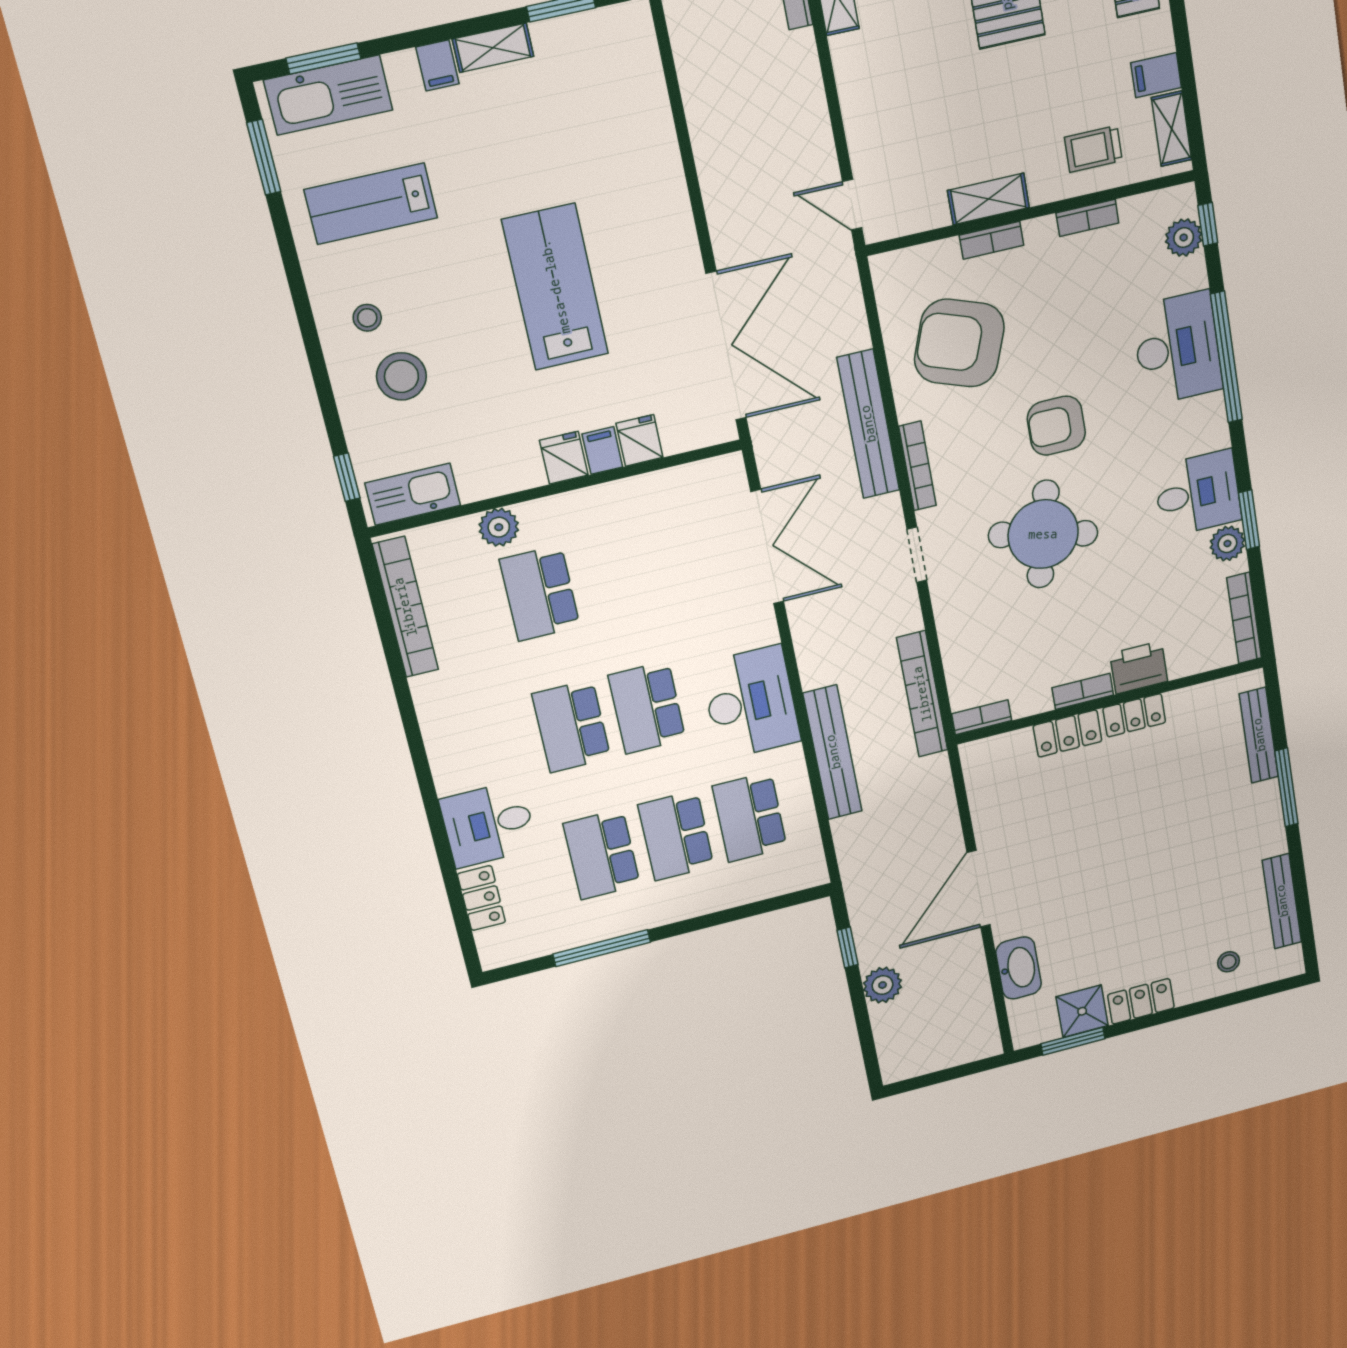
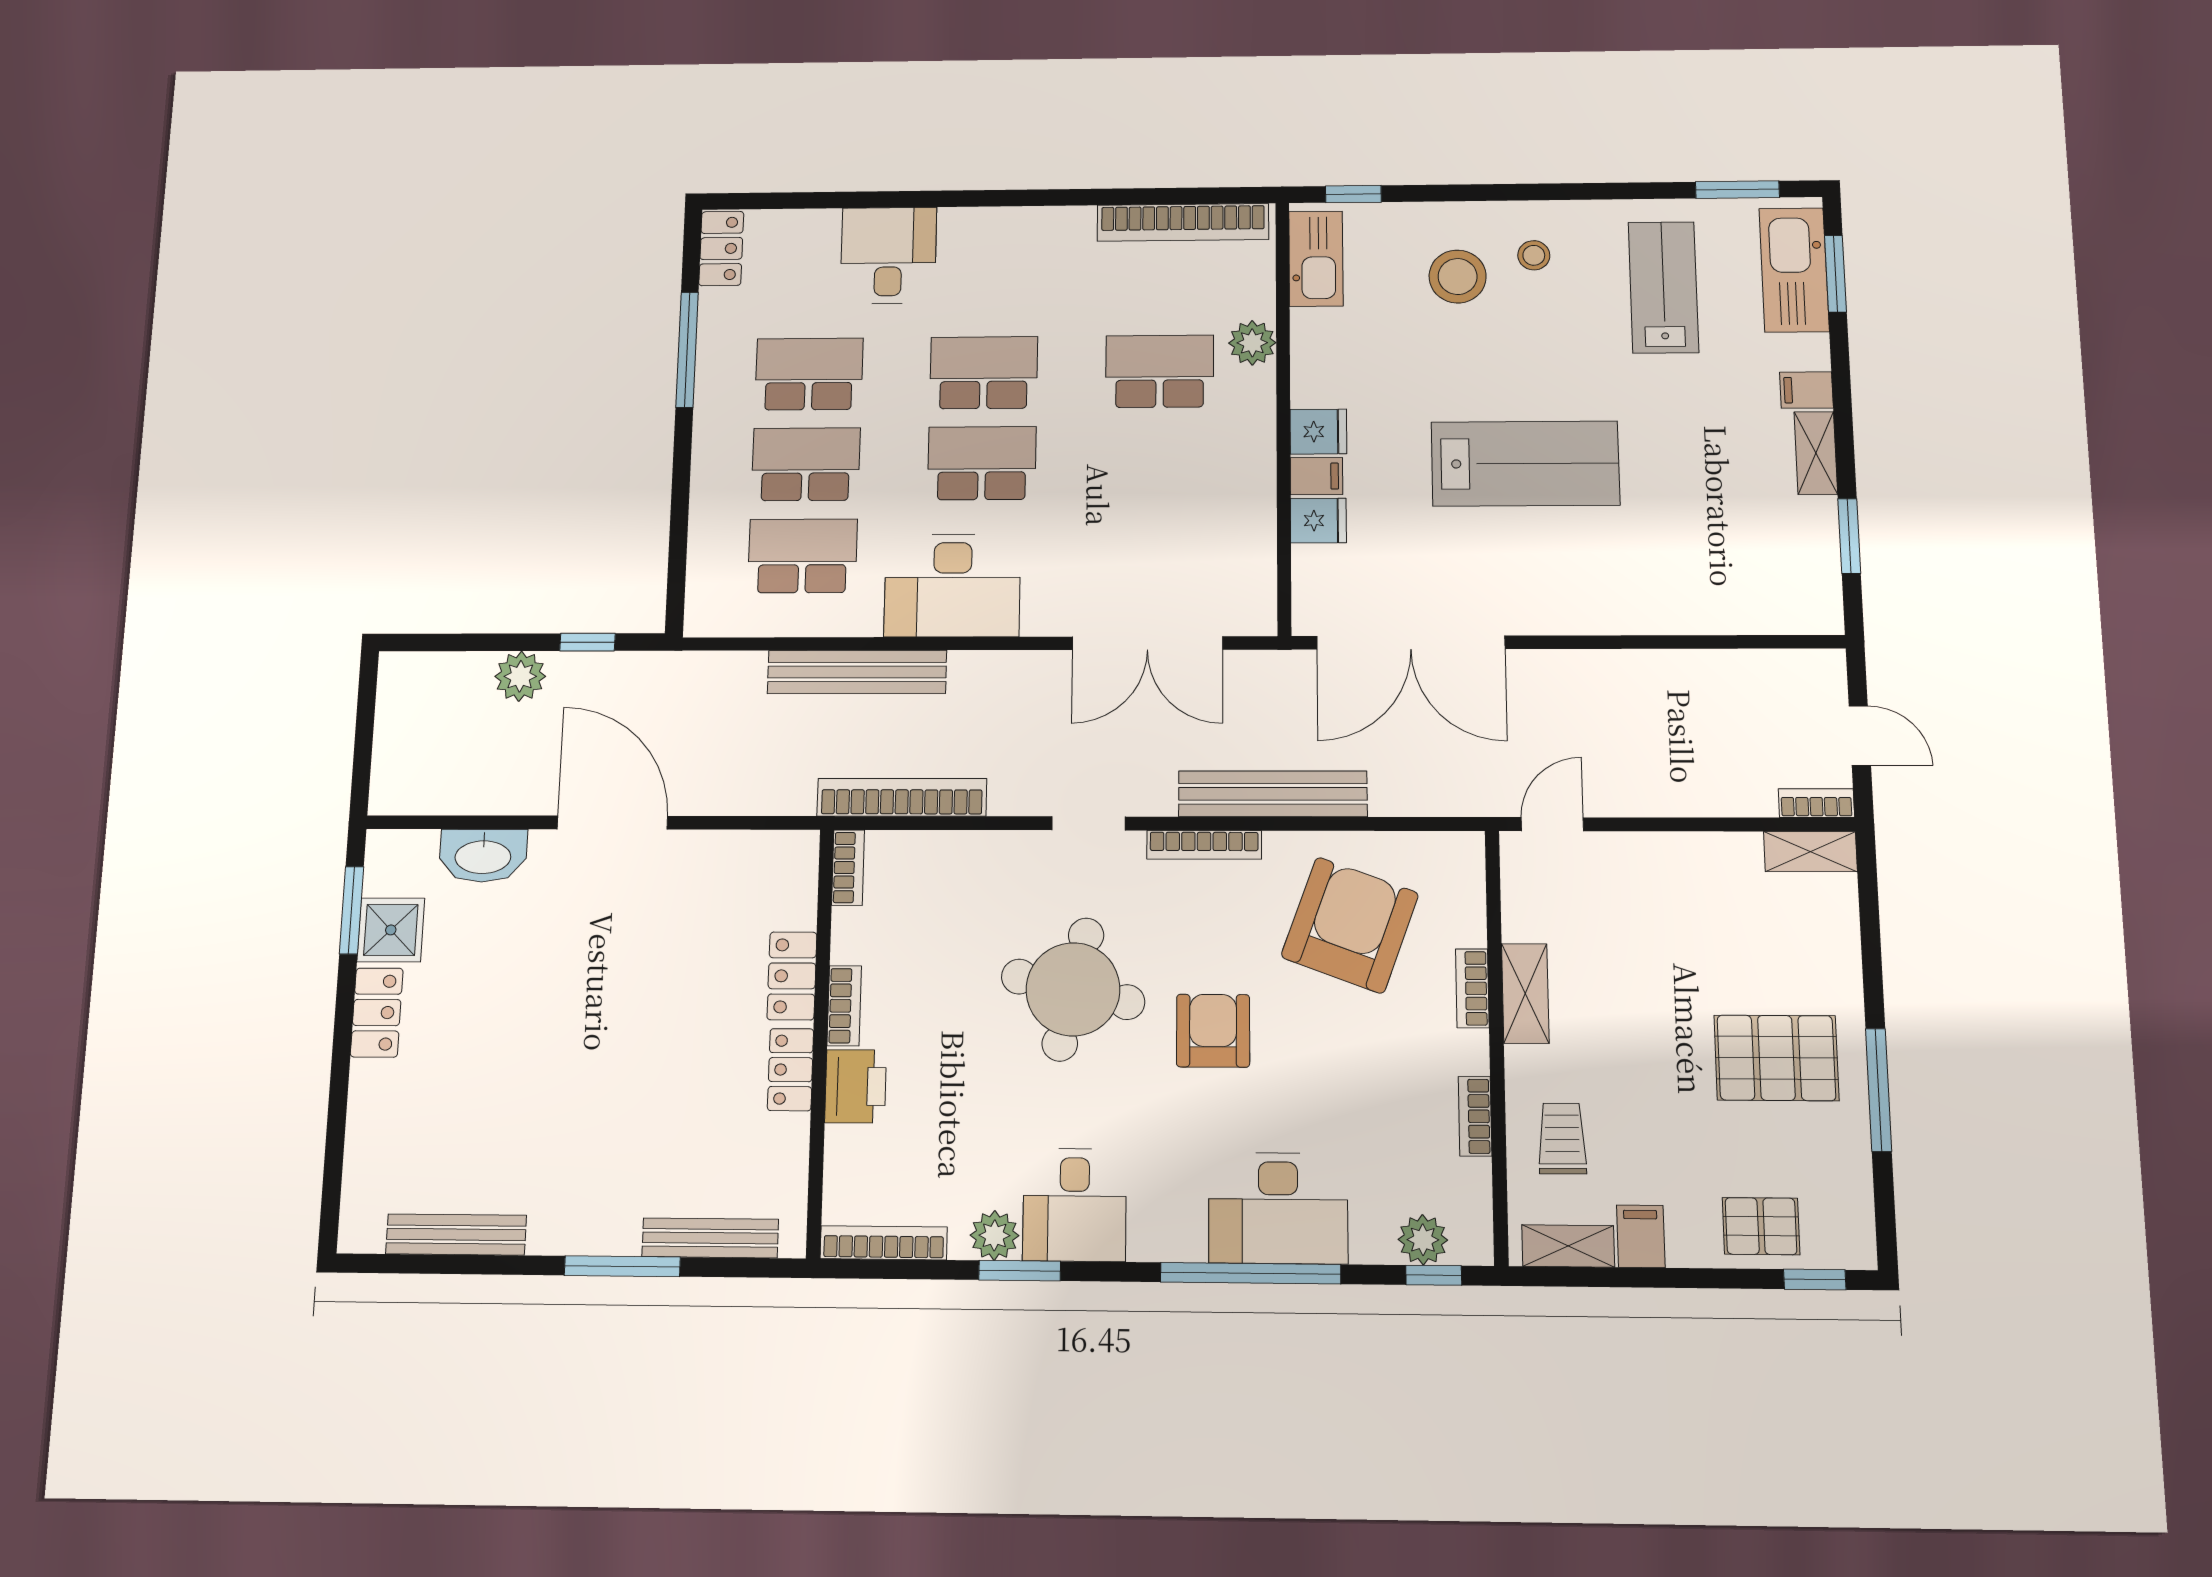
locker: (481, 898) -> (721, 248), moved, turned -90
stool: (1228, 962) -> (392, 1144), removed

